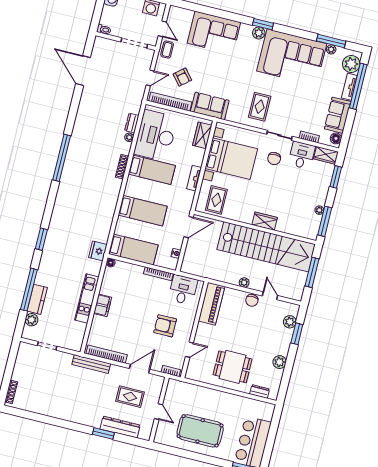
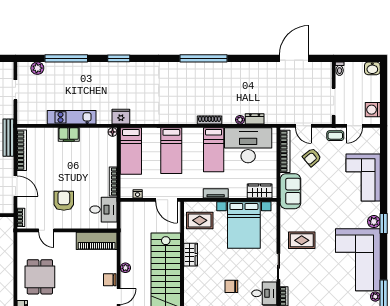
chair: (274, 159) -> (231, 286), moved
wardrobe: (265, 221) -> (191, 255), moved
kitchen counter: (37, 299) -> (59, 69), removed

